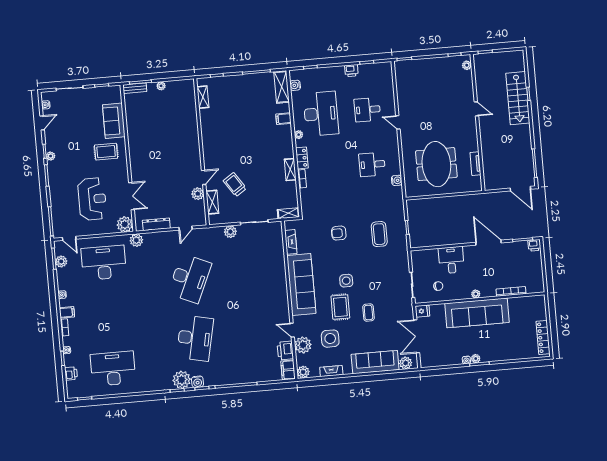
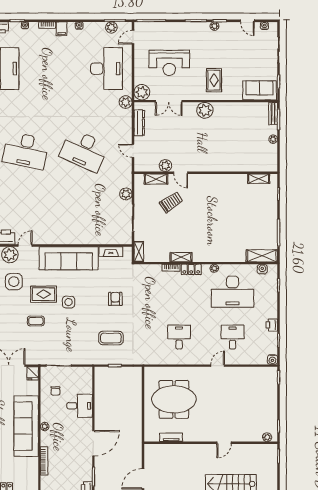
filing cabinet: (283, 119) -> (231, 255), removed
sofa: (114, 121) -> (260, 90), moved
plant: (138, 158) -> (205, 110), added
water cooler: (397, 180) -> (272, 360), moved

